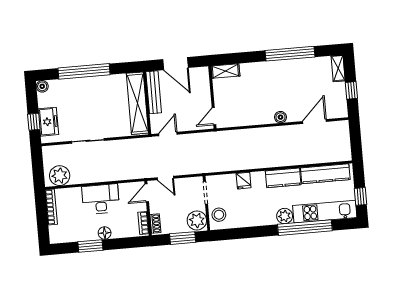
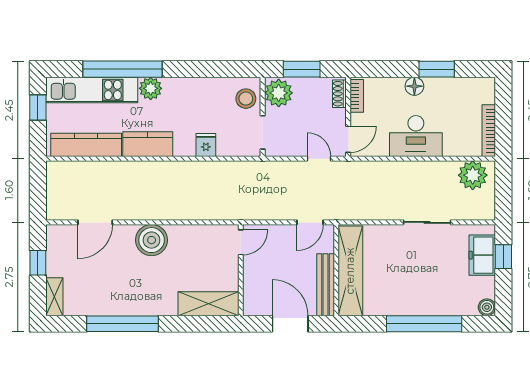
shelving: (225, 71) -> (208, 304), width x1.50, depth x1.33
boiler: (280, 117) -> (152, 240), width x1.86, depth x1.86

